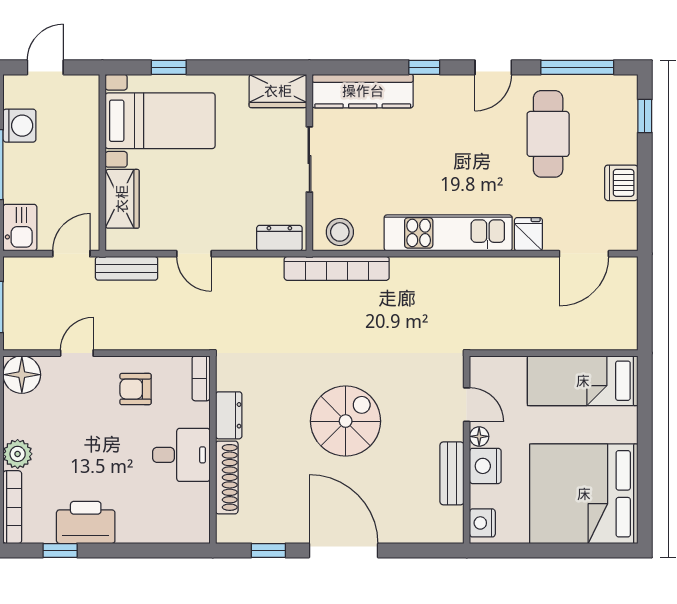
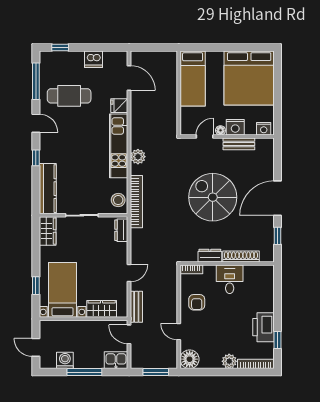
plant: (427, 272) -> (138, 157), added
spiral stairs: (346, 421) -> (213, 197), width x1.37, depth x1.37

